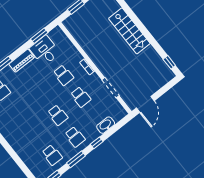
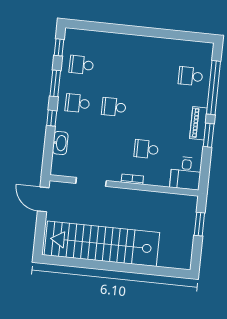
stairs: (129, 31) -> (102, 244), width x1.86, depth x1.51
window: (39, 36) -> (209, 135), moved
desk: (45, 51) -> (186, 173), moved, turned 90
window: (169, 62) -> (61, 261), removed
school desk: (81, 97) -> (110, 145), removed

